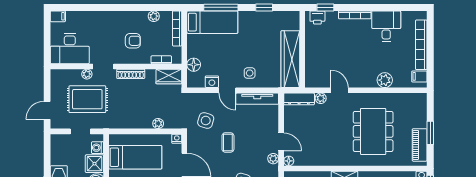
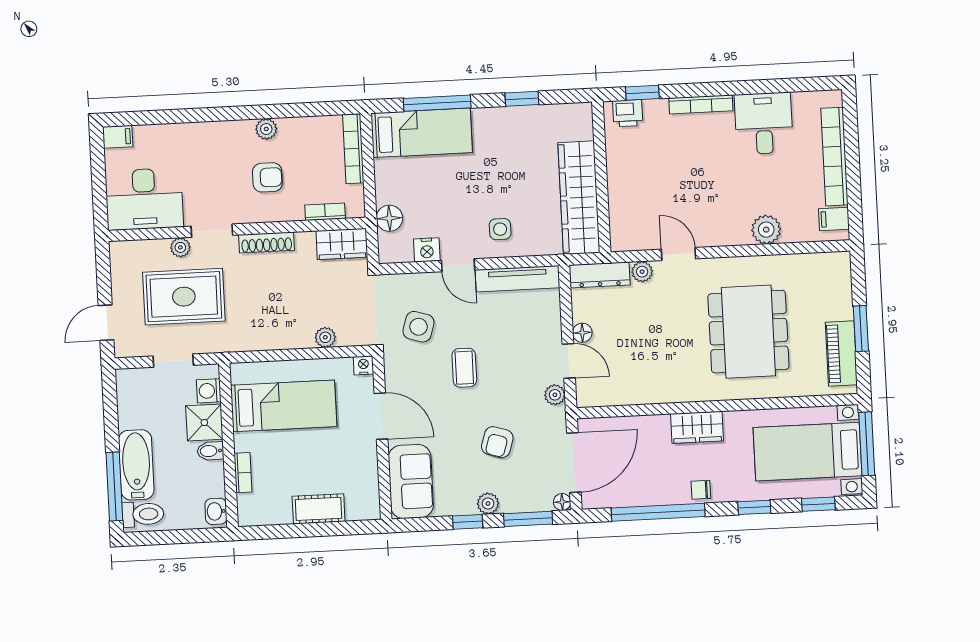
plant: (154, 16) -> (266, 129), moved
floor lamp: (289, 161) -> (582, 333), moved

